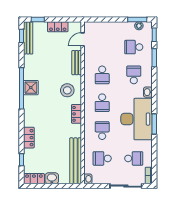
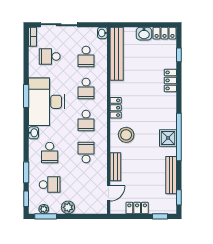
plant: (118, 27) -> (68, 207), added
bench: (28, 38) -> (171, 175), moved
school desk: (102, 103) -> (86, 121), turned 180
school desk: (102, 158) -> (86, 56), turned 90

